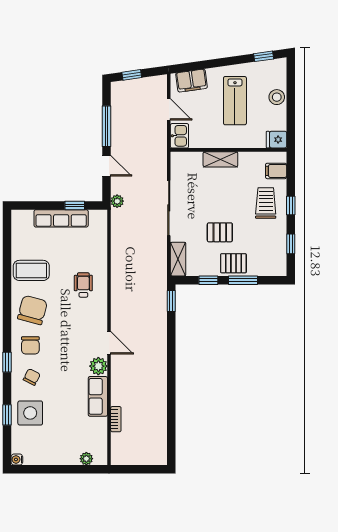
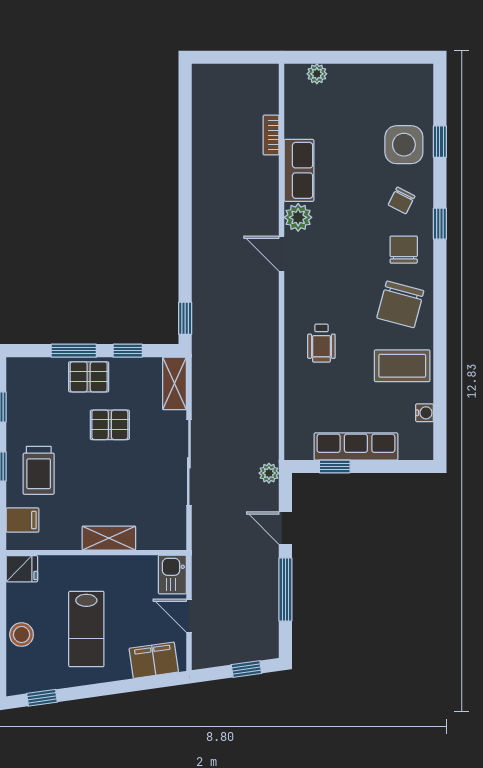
lab bench: (235, 101) -> (86, 629), turned 180
water cooler: (17, 459) -> (425, 413), moved

